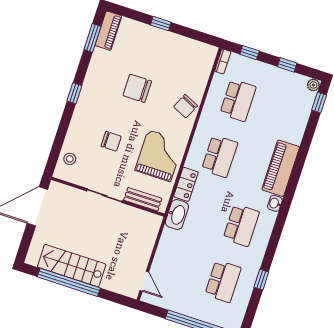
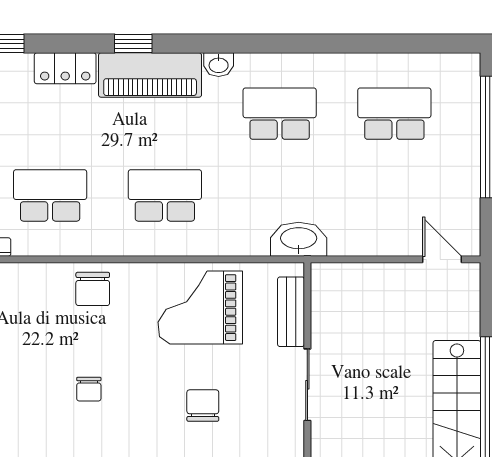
chair: (137, 88) -> (89, 389), width x0.54, depth x0.54
chair: (185, 106) -> (93, 289), turned 65
locker: (186, 184) -> (65, 68), moved, turned 180
window: (261, 280) -> (133, 44), moved
door: (144, 281) -> (442, 259), hinge flipped

